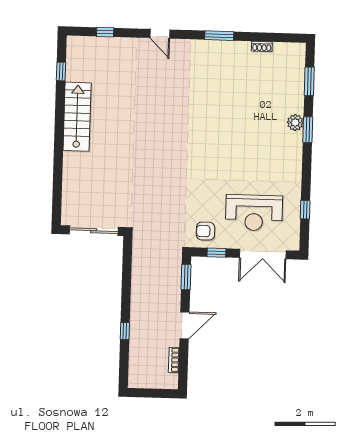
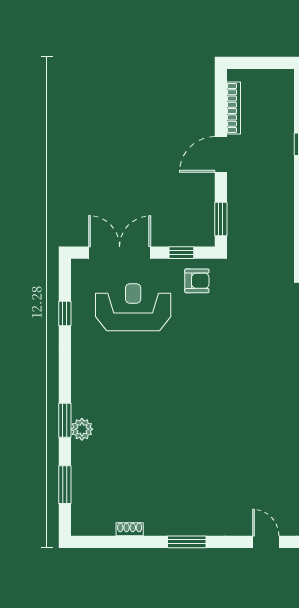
bookcase: (174, 360) -> (234, 108), width x1.56

